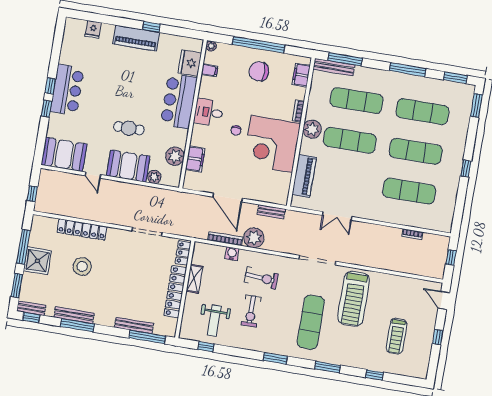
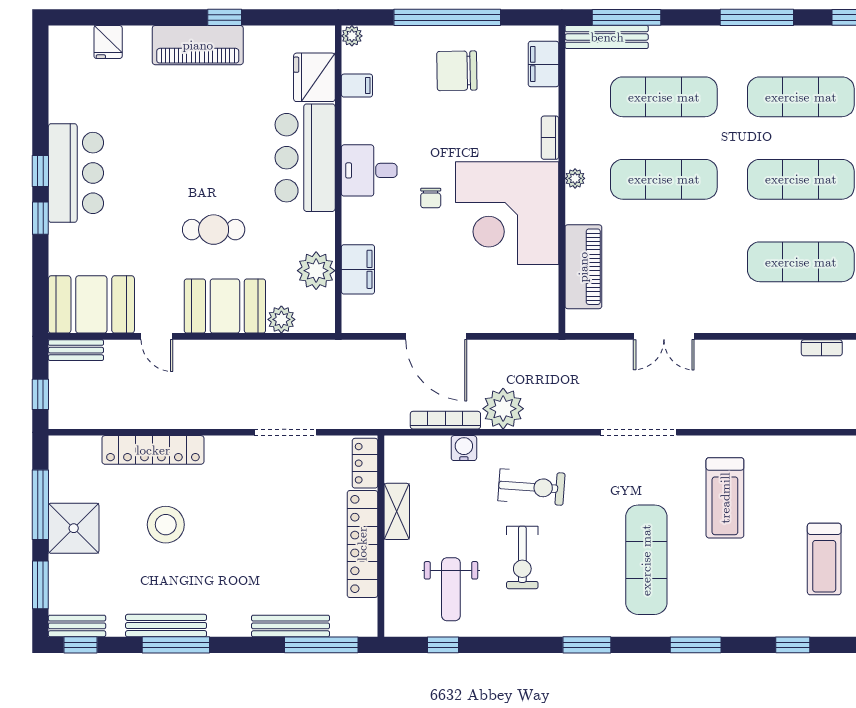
plant: (312, 129) -> (575, 178), width x0.53, depth x0.53
bench: (271, 212) -> (76, 350), moved
treadmill: (354, 299) -> (725, 498), width x0.73, depth x0.73

